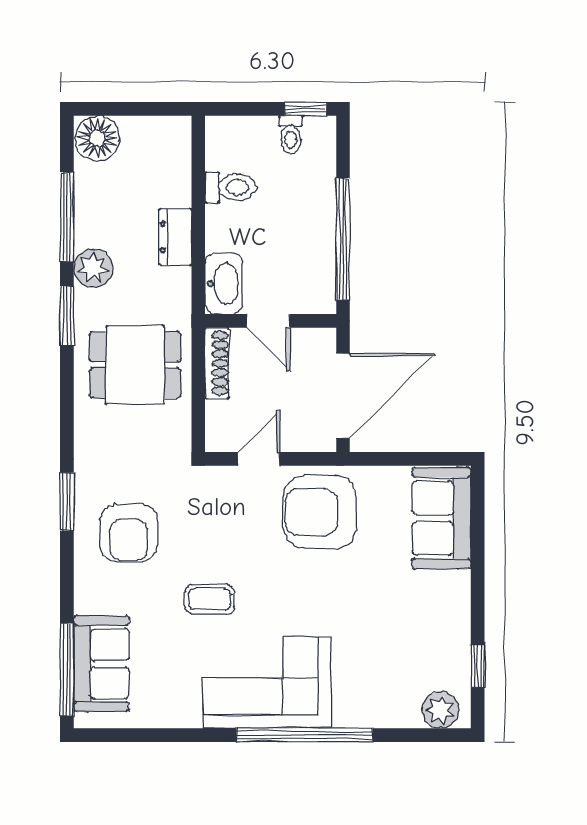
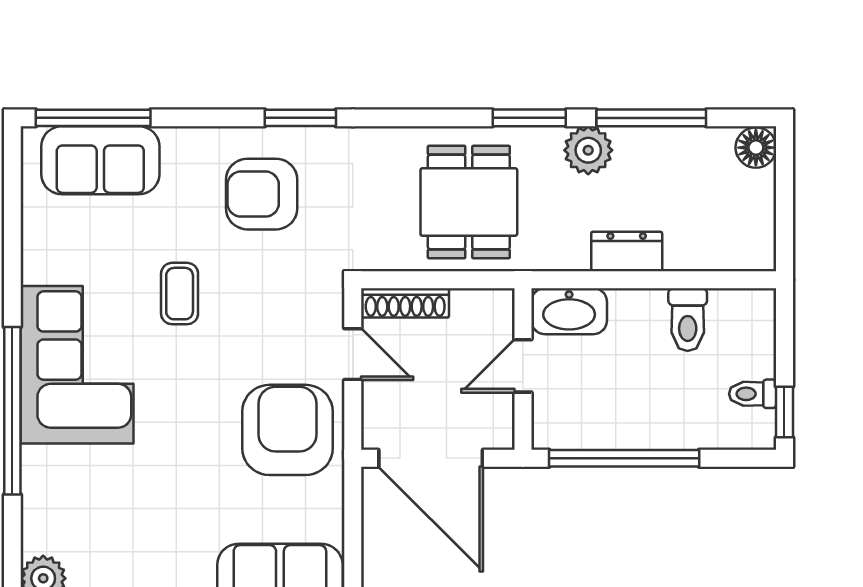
floor lamp: (97, 138) -> (756, 148), width x0.73, depth x0.73
shoe rack: (217, 363) -> (405, 303), moved

